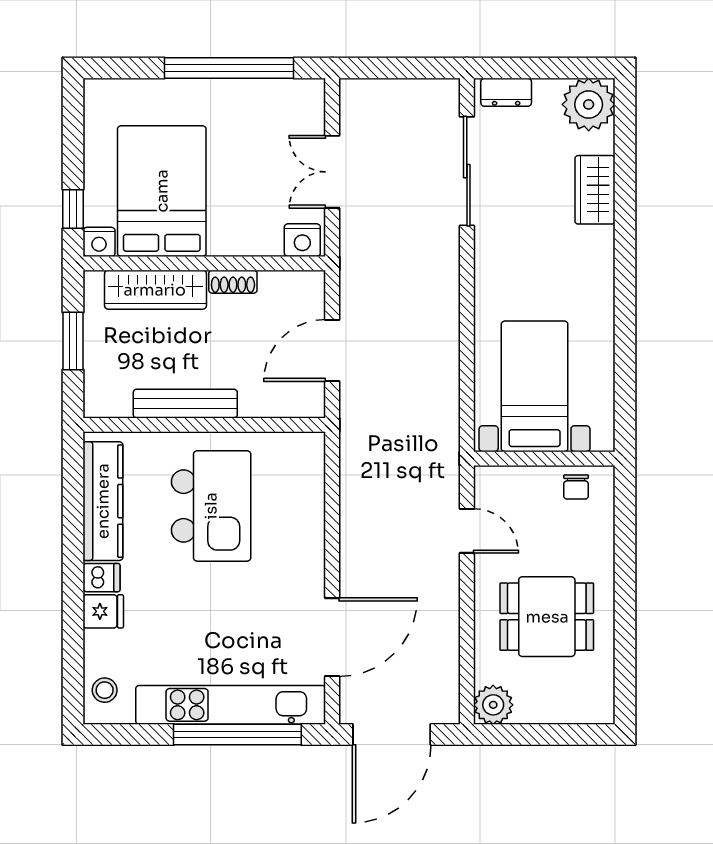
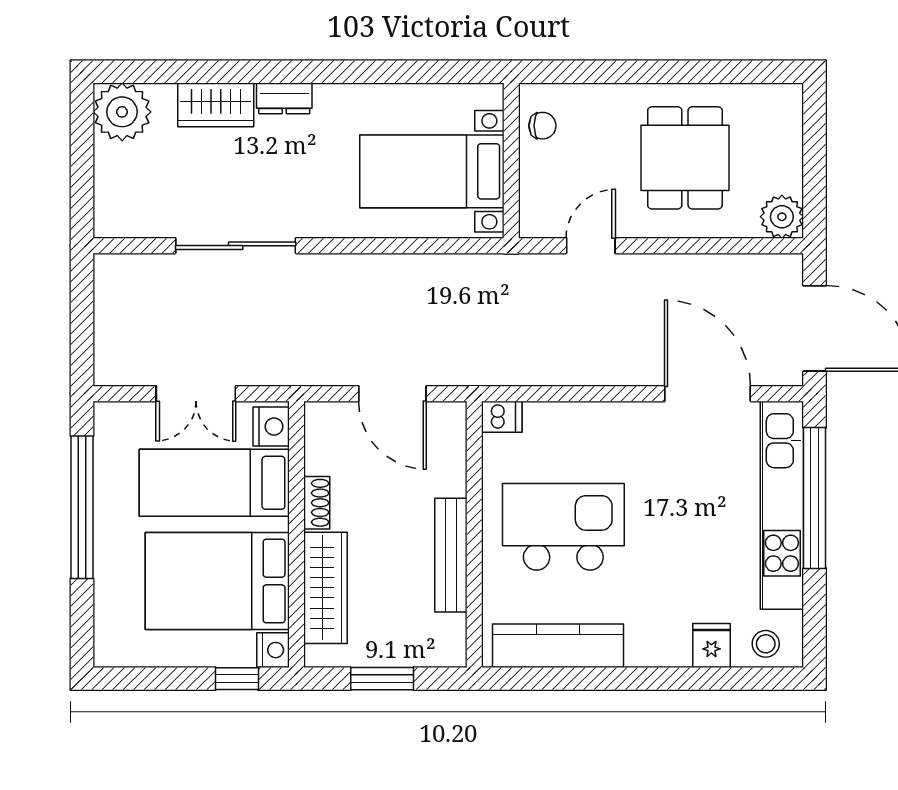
dresser: (506, 92) -> (284, 98), moved, turned 90
sliding door: (467, 171) -> (236, 246), moved
bed: (251, 188) -> (214, 483), added
dishwasher: (101, 578) -> (502, 417), moved, turned 90
fridge: (103, 611) -> (711, 645), moved

